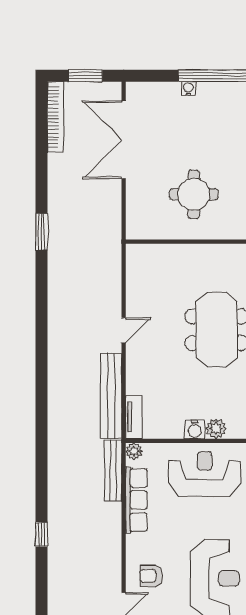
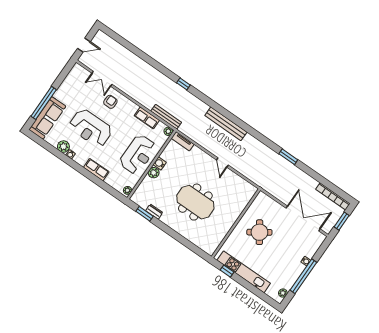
round table: (194, 194) -> (259, 232), turned -34
bench: (111, 396) -> (226, 124), moved
row of seats: (136, 500) -> (147, 118), width x0.68
window: (42, 534) -> (183, 84), moved

